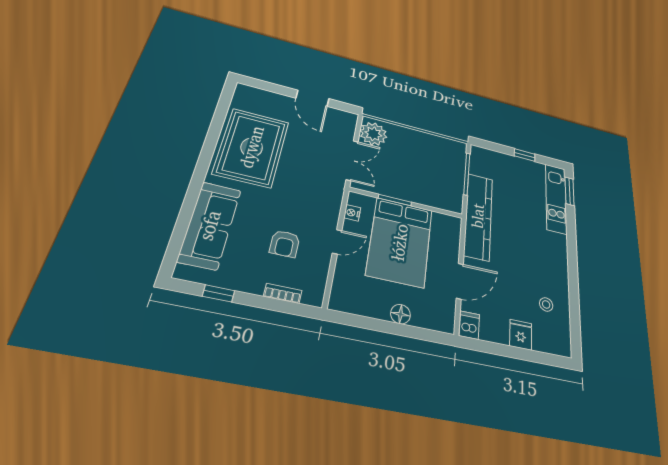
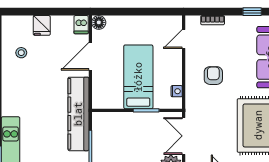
door: (337, 242) -> (184, 39), moved
bed: (400, 242) -> (138, 77), width x0.67
armchair: (285, 244) -> (213, 76), moved
floor lamp: (400, 314) -> (99, 22), moved

